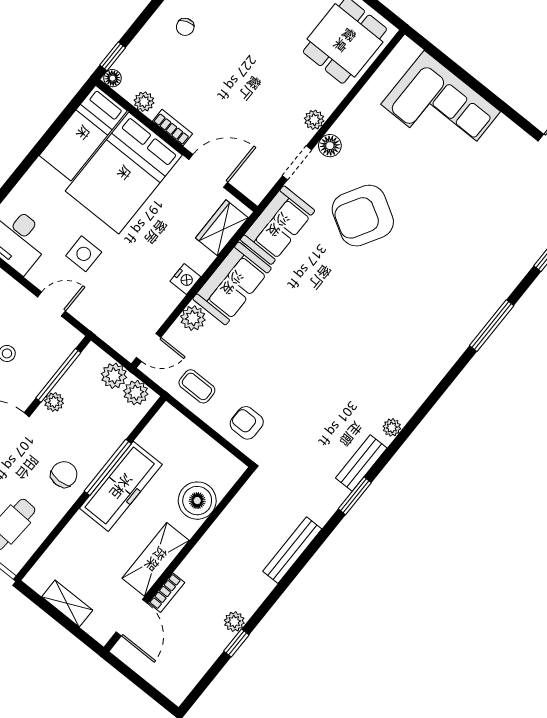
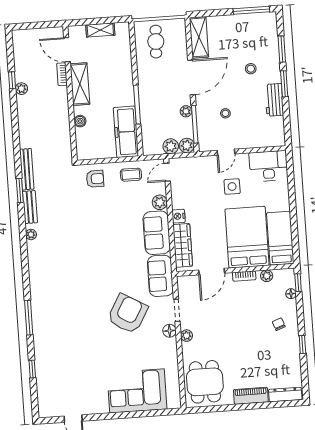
floor lamp: (112, 78) -> (291, 294), moved
wardrobe: (222, 228) -> (183, 245), width x1.50
plant: (136, 393) -> (187, 145), moved
chair: (64, 474) -> (153, 84), removed
freezer: (121, 486) -> (126, 132), moved
boiler: (197, 501) -> (80, 121), width x0.54, depth x0.54
bench: (292, 550) -> (27, 169), moved

